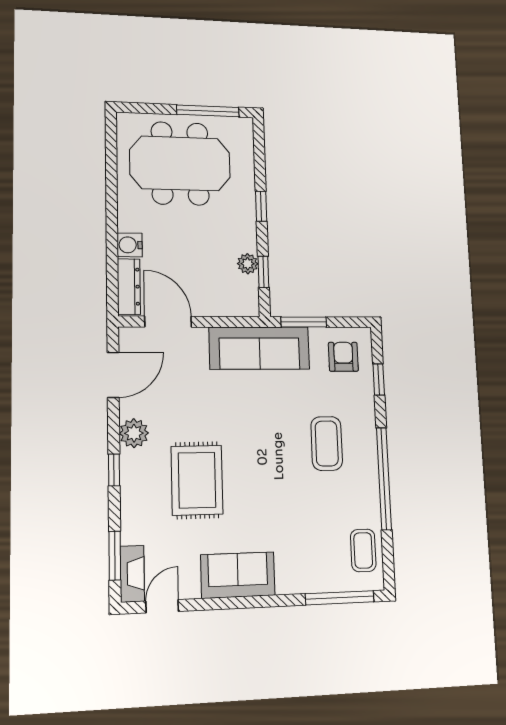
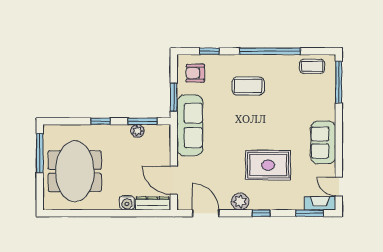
window: (263, 272) -> (142, 121), width x1.50
door: (168, 322) -> (174, 180), hinge flipped

